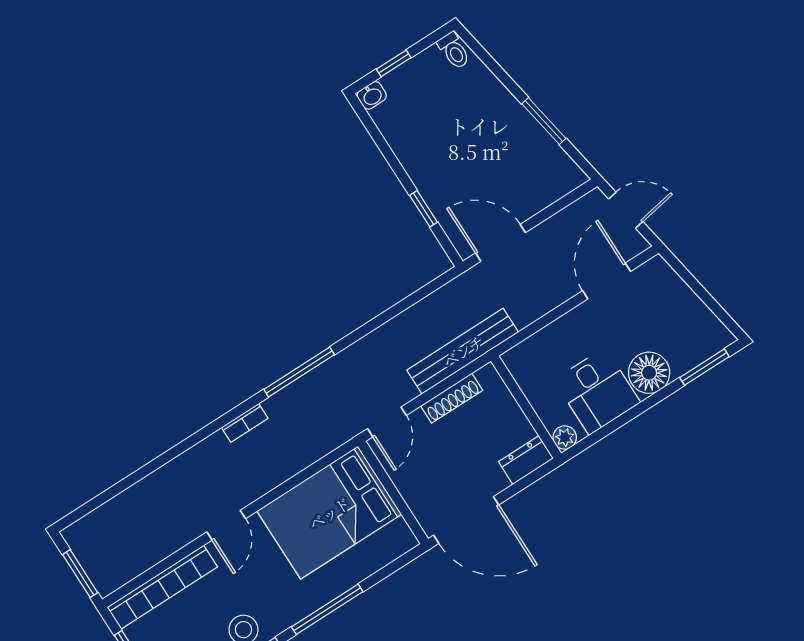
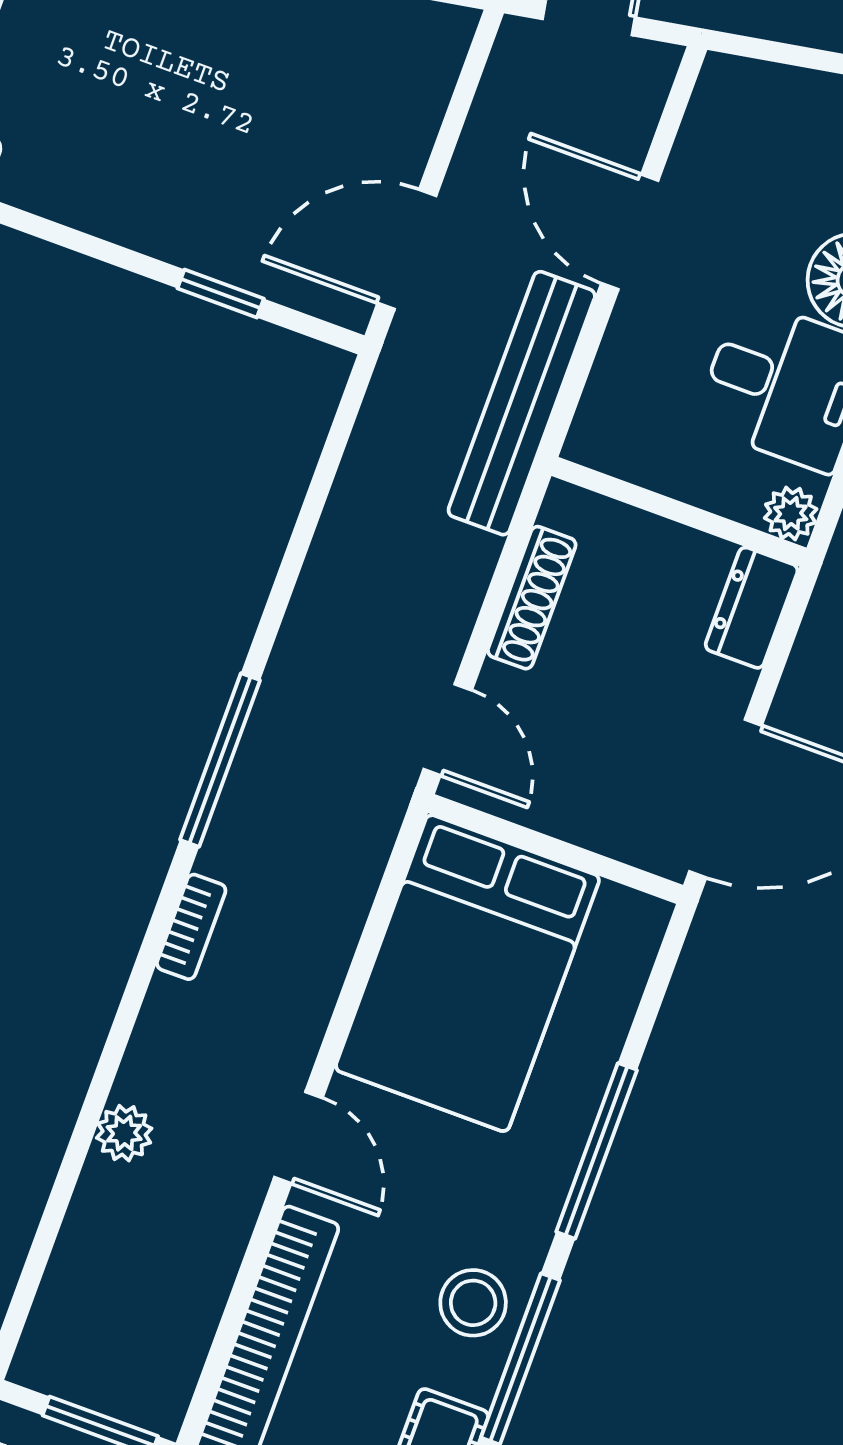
door: (607, 281) -> (630, 232), moved
bench: (463, 351) -> (522, 403), moved
plant: (166, 477) -> (124, 1133), added

